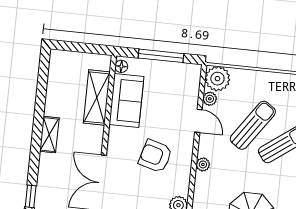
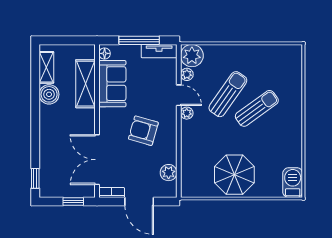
tv unit: (182, 70) -> (159, 51), added
boiler: (55, 105) -> (49, 94), added
shelving: (49, 135) -> (46, 67), moved
plant: (203, 164) -> (187, 113), moved

